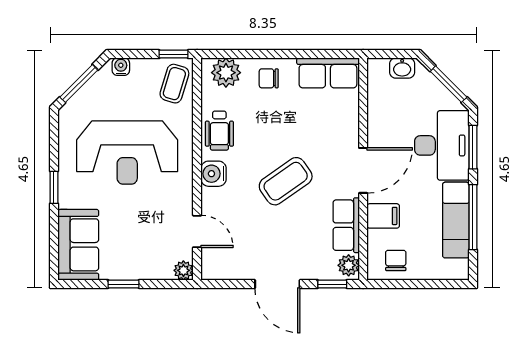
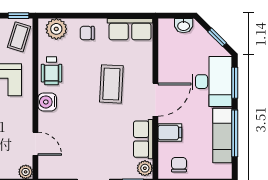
window: (449, 84) -> (217, 37), width x0.67
coffee table: (286, 181) -> (111, 84), moved, turned -52

